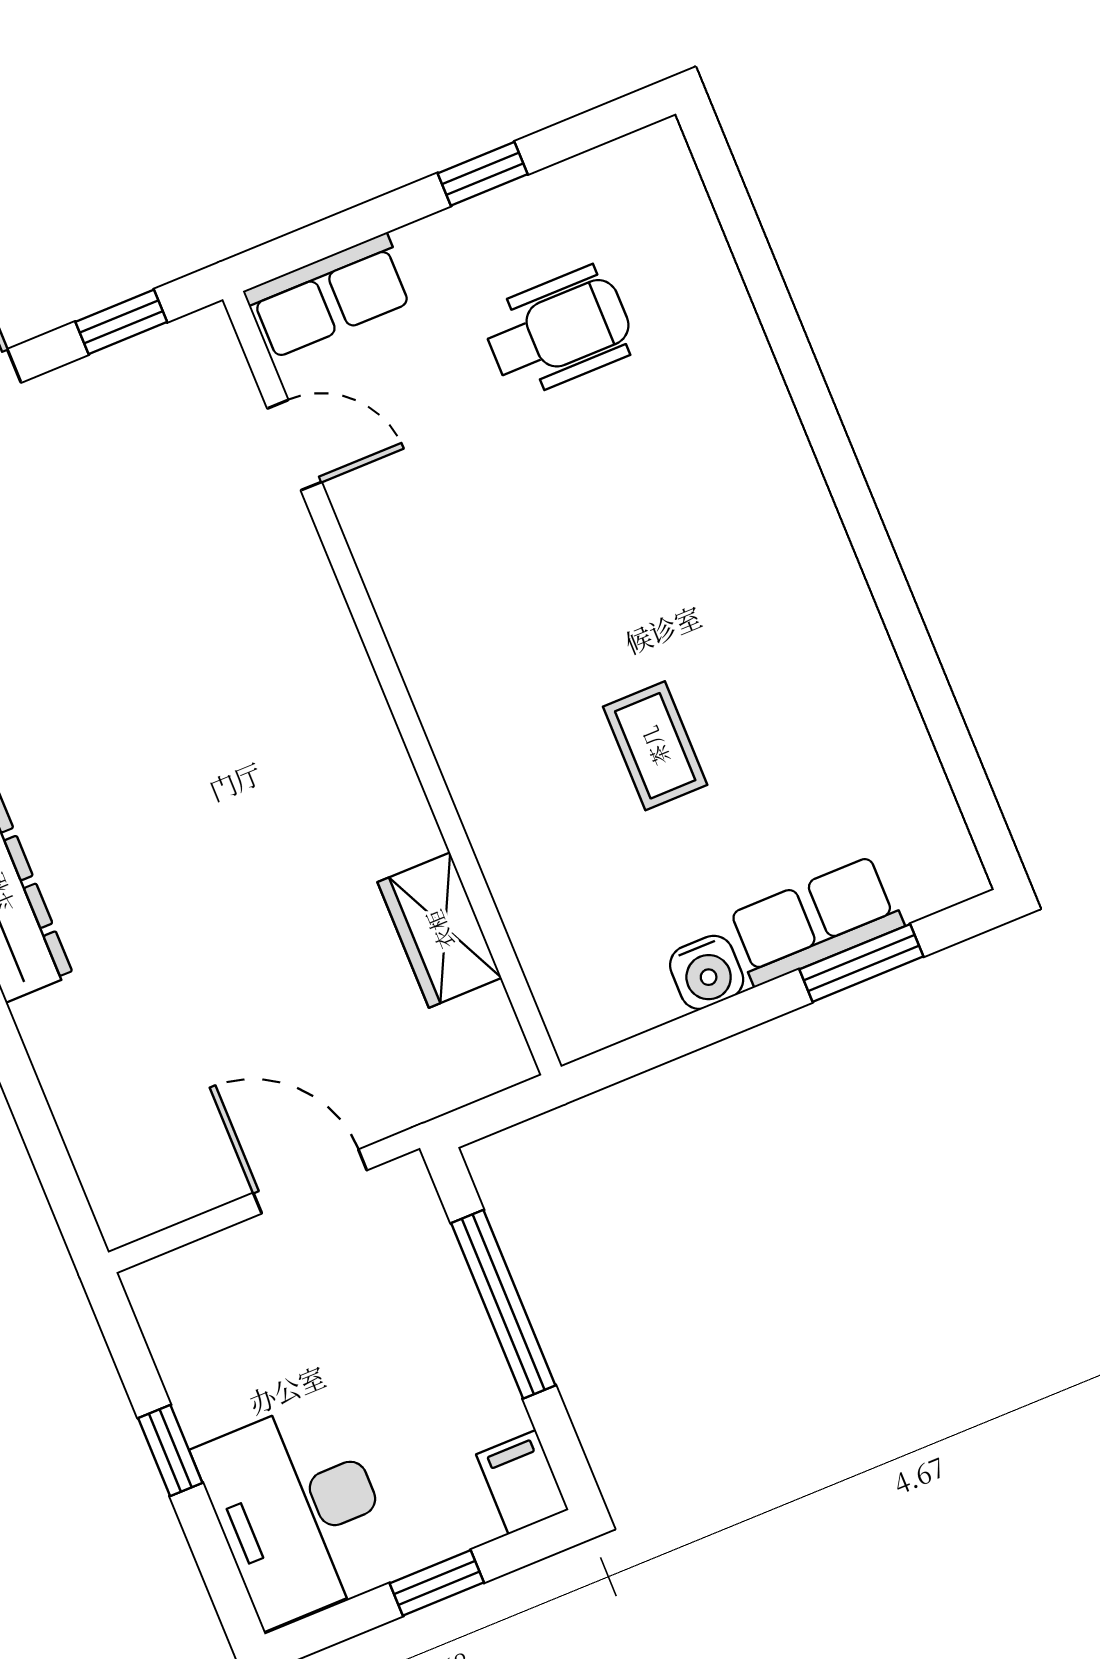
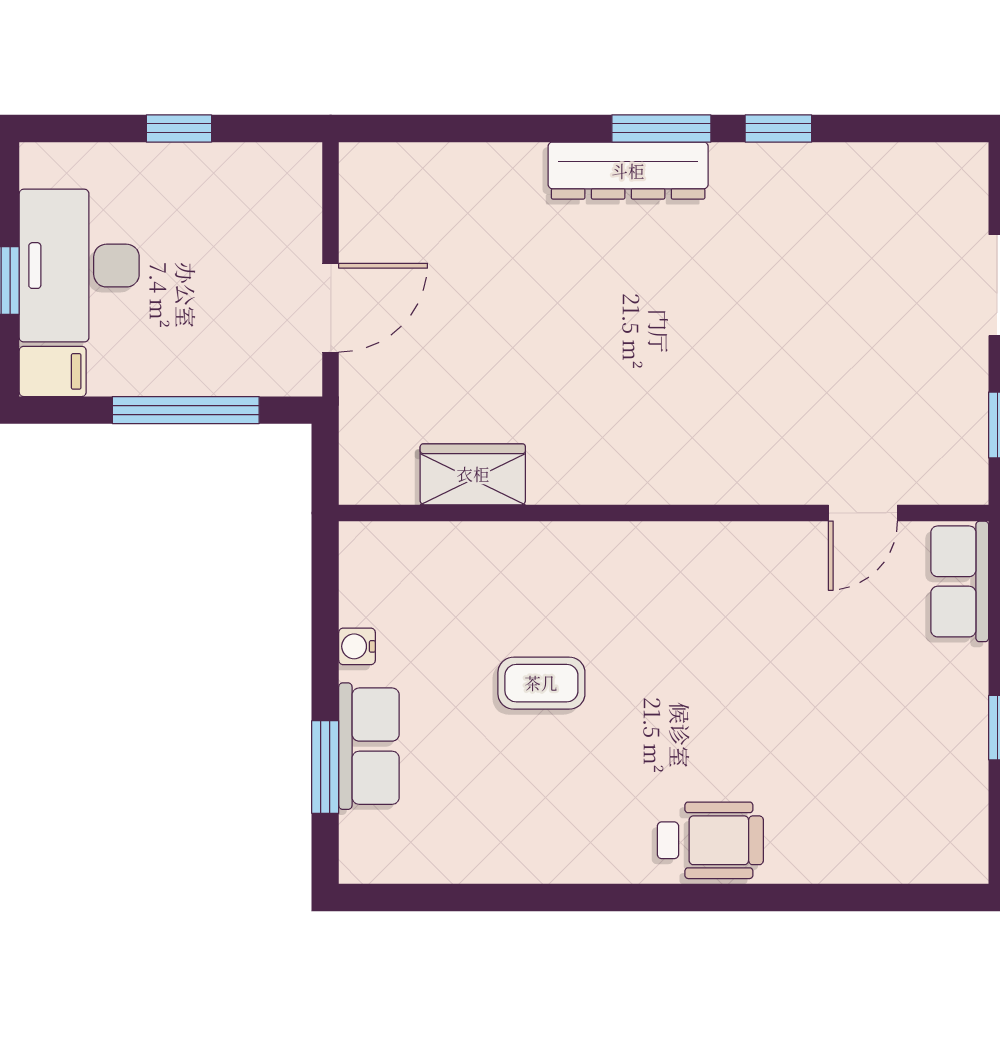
wheelchair: (559, 331) -> (710, 840), moved, turned -90
water cooler: (707, 972) -> (357, 646), width x0.72, depth x0.72
desk: (298, 1512) -> (79, 266), moved, turned -90

